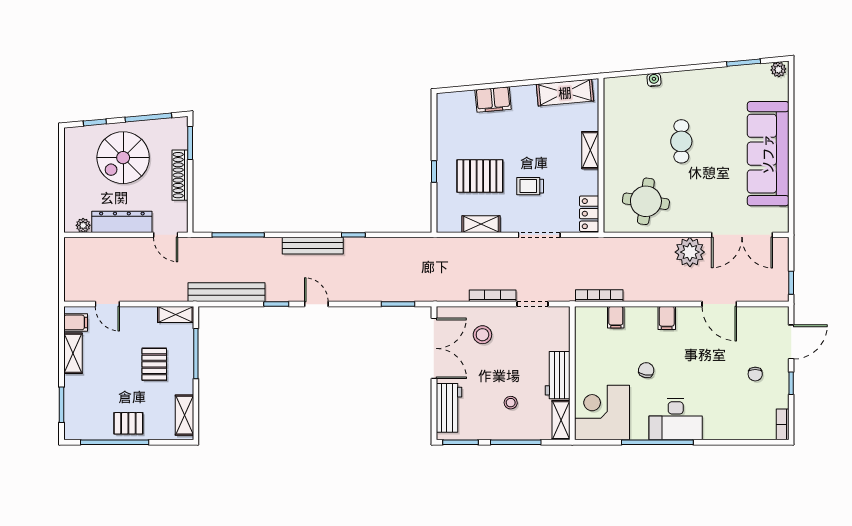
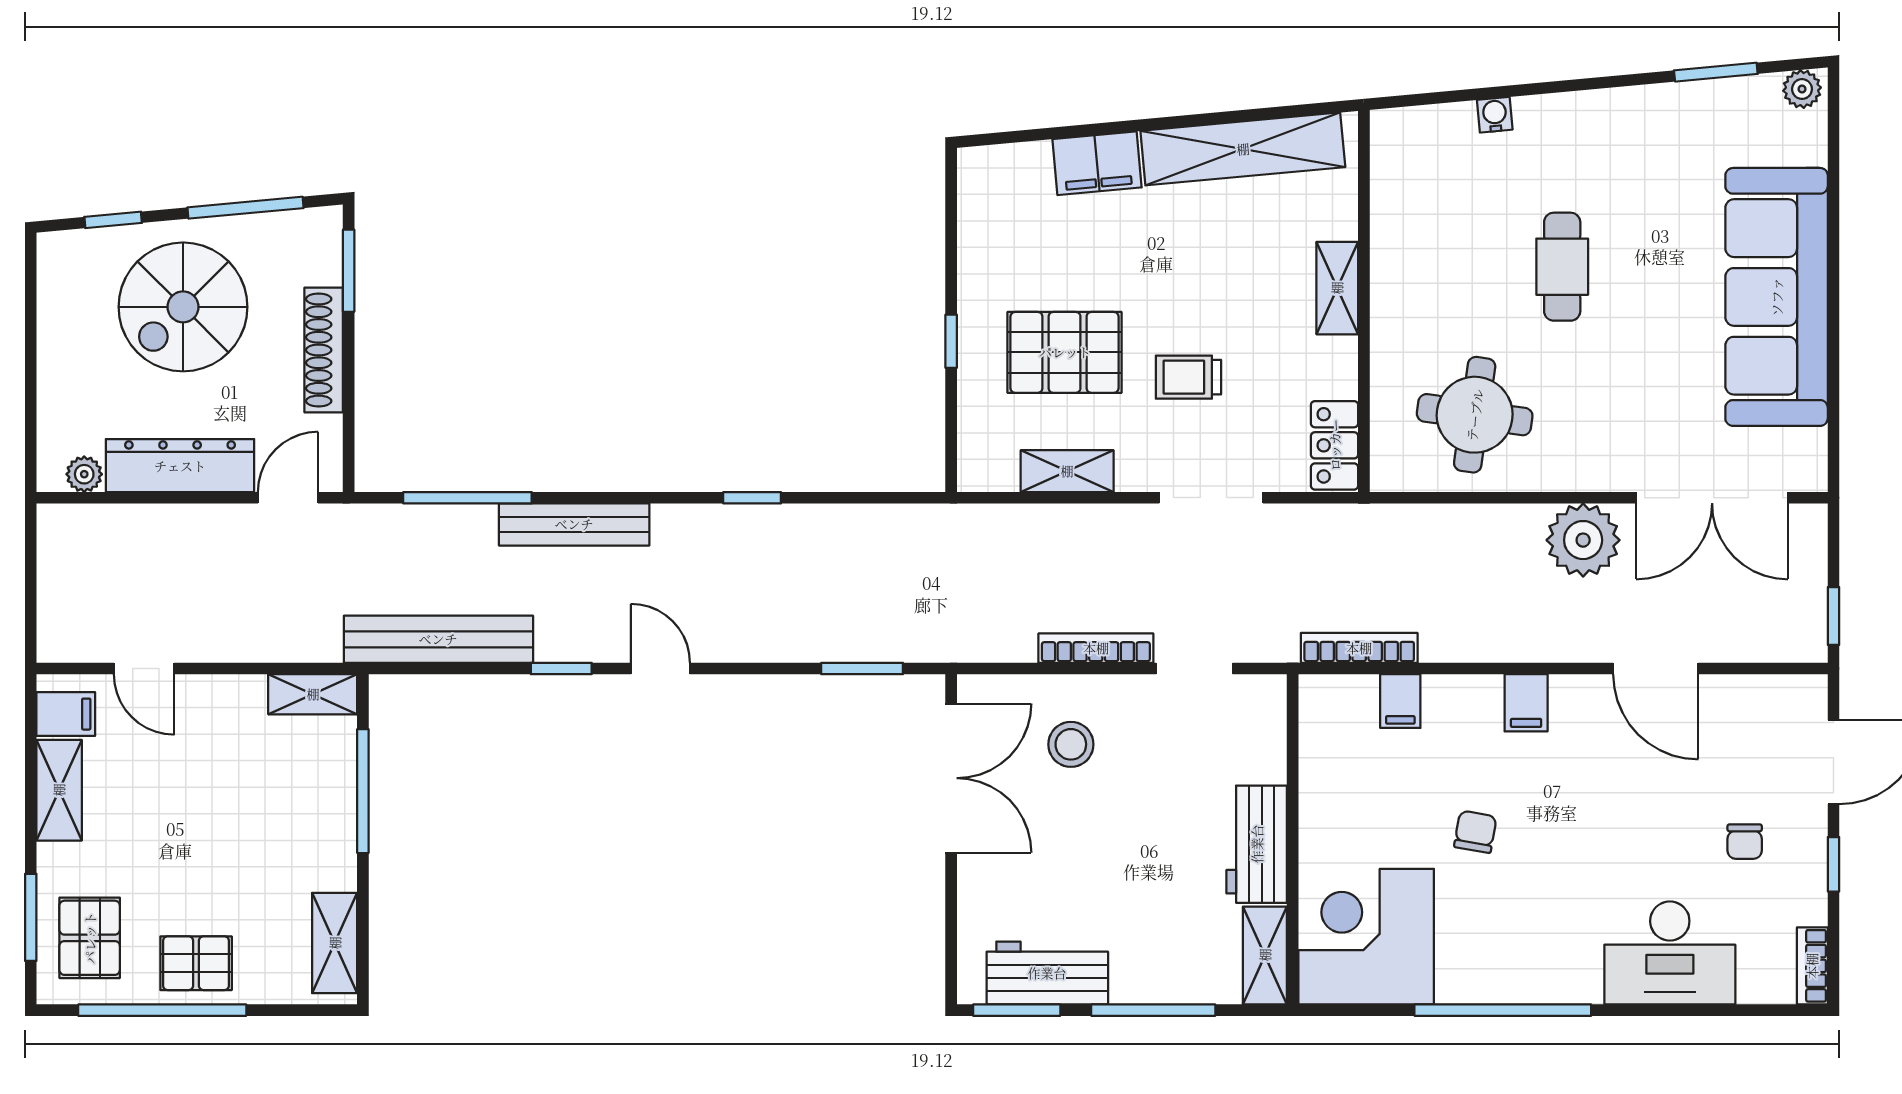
shelving: (565, 93) -> (1243, 149), width x1.47
door: (166, 235) -> (288, 498), swing flipped
bench: (313, 246) -> (574, 524), moved
pallet: (154, 364) -> (90, 938), moved
stool: (511, 403) -> (1140, 912), removed
workbench: (449, 408) -> (1047, 973), moved, turned -90
desk: (676, 419) -> (1670, 953), moved

